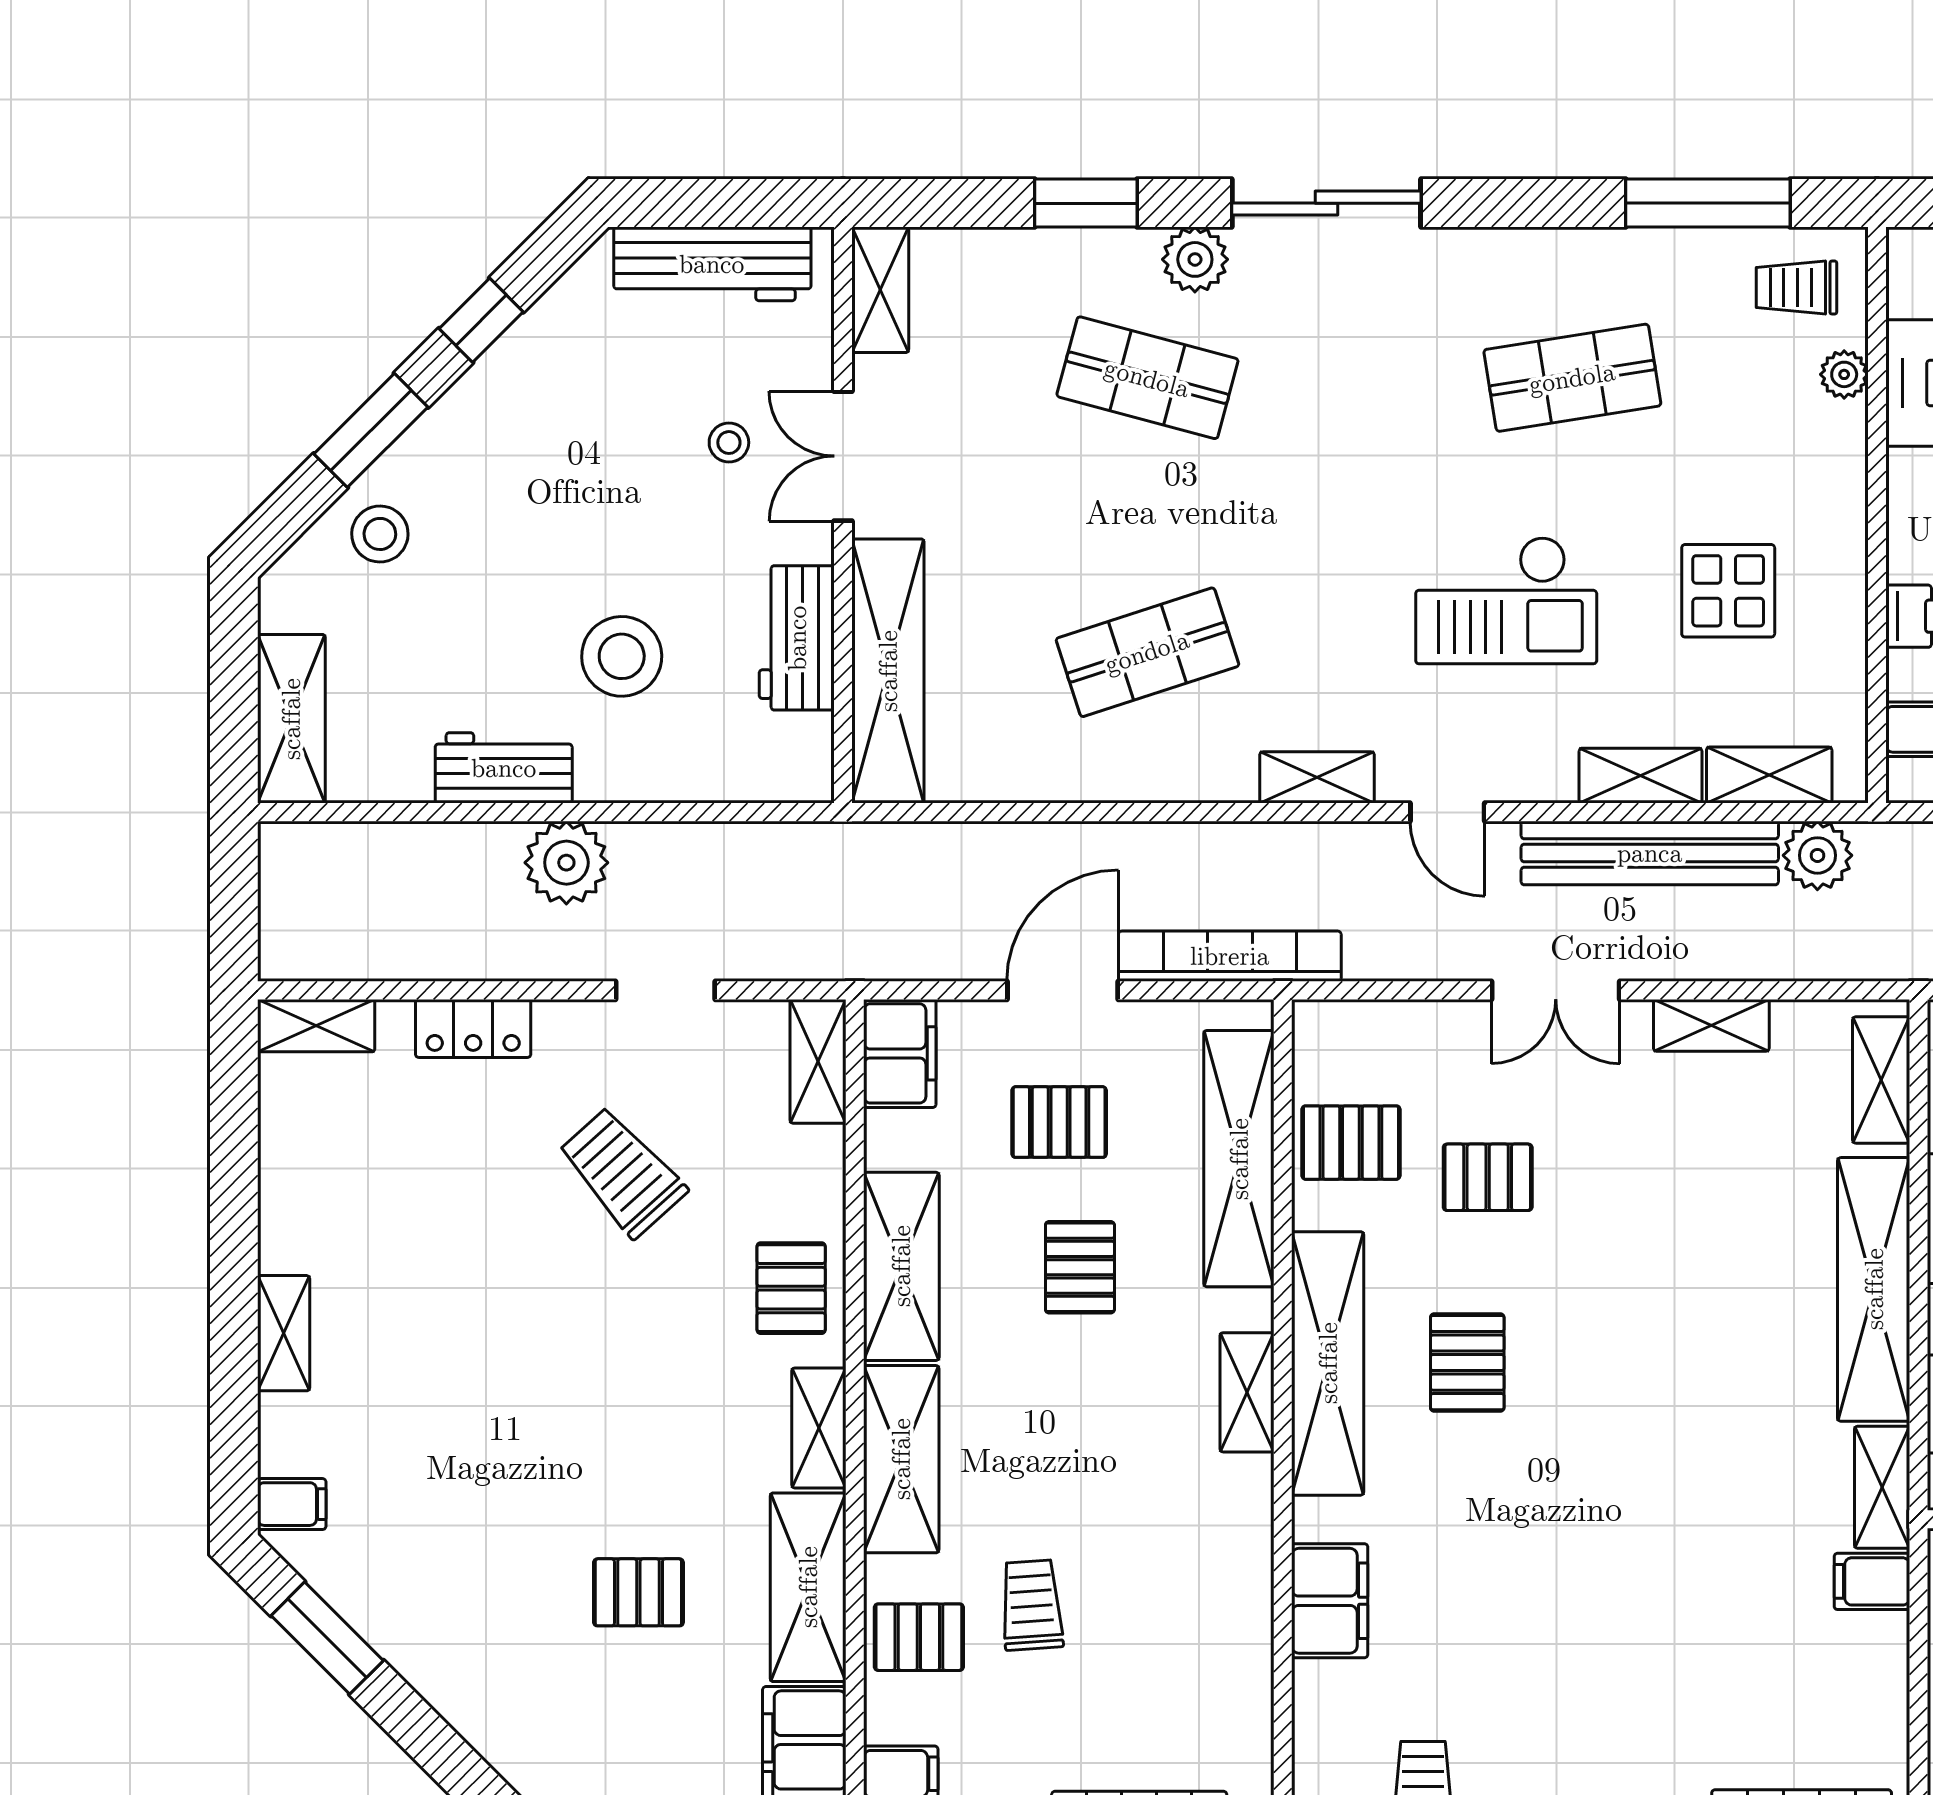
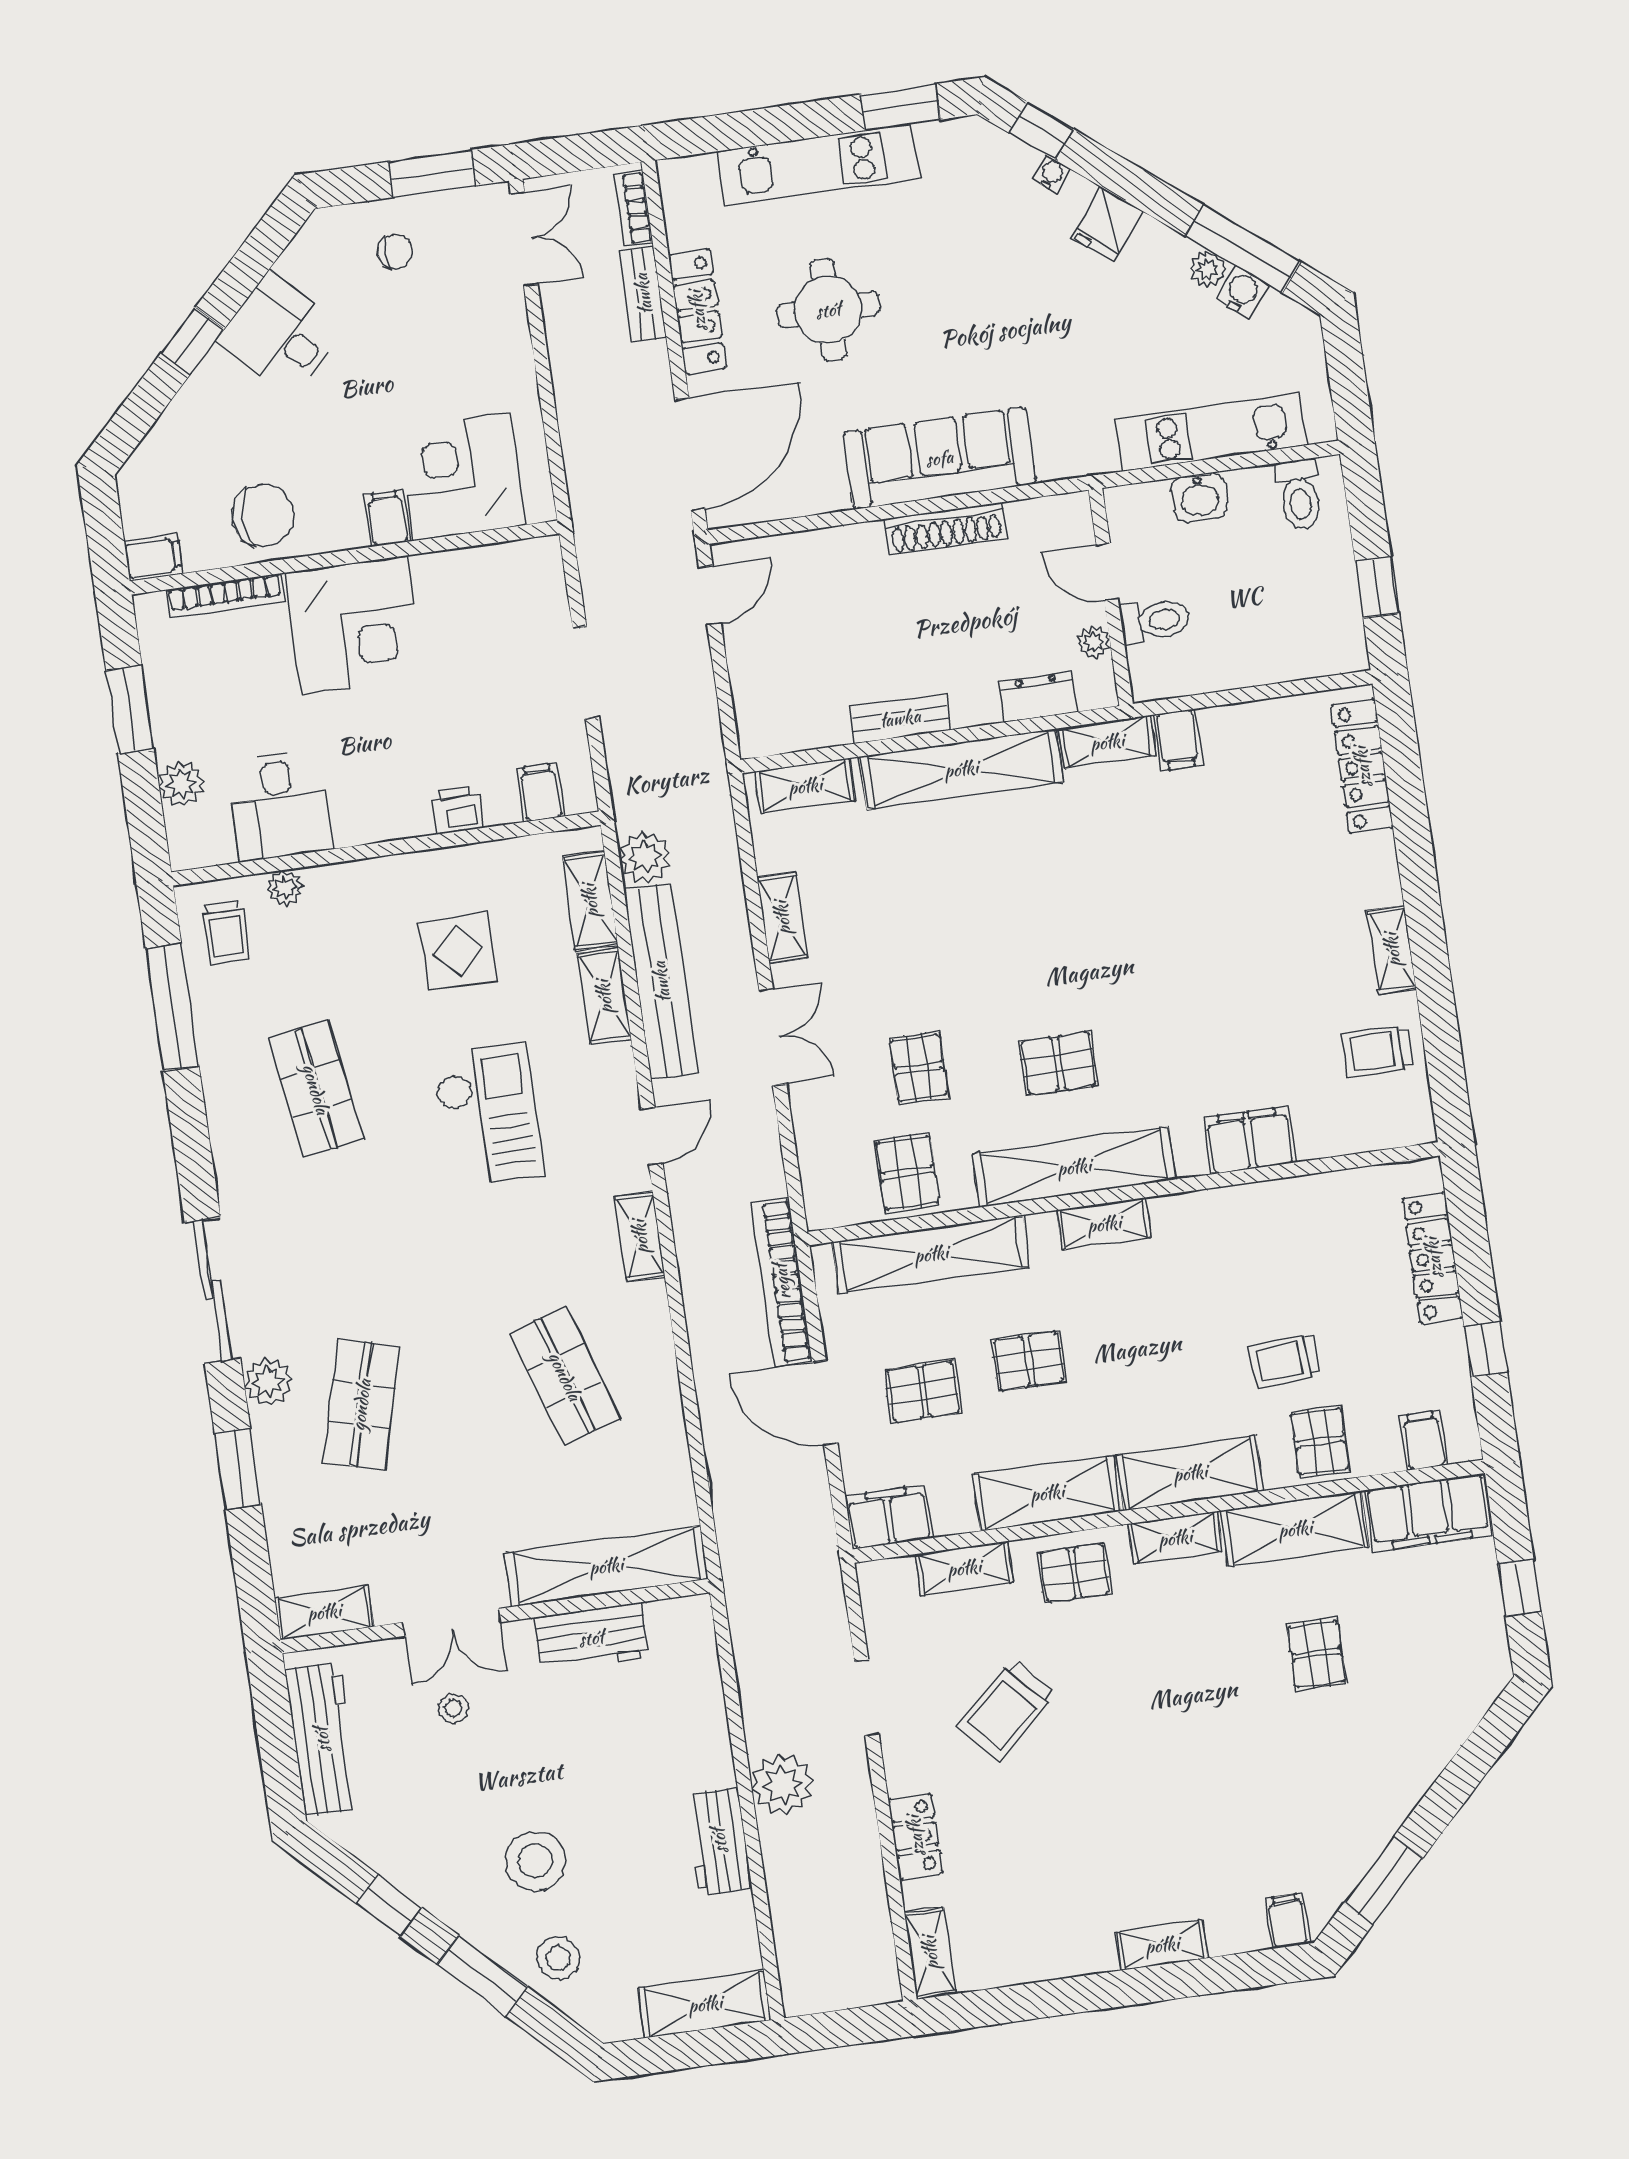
stool: (622, 656) -> (535, 1861), moved
shelving: (818, 1061) -> (964, 1568), moved
pallet: (1059, 1122) -> (923, 1392), turned 90

